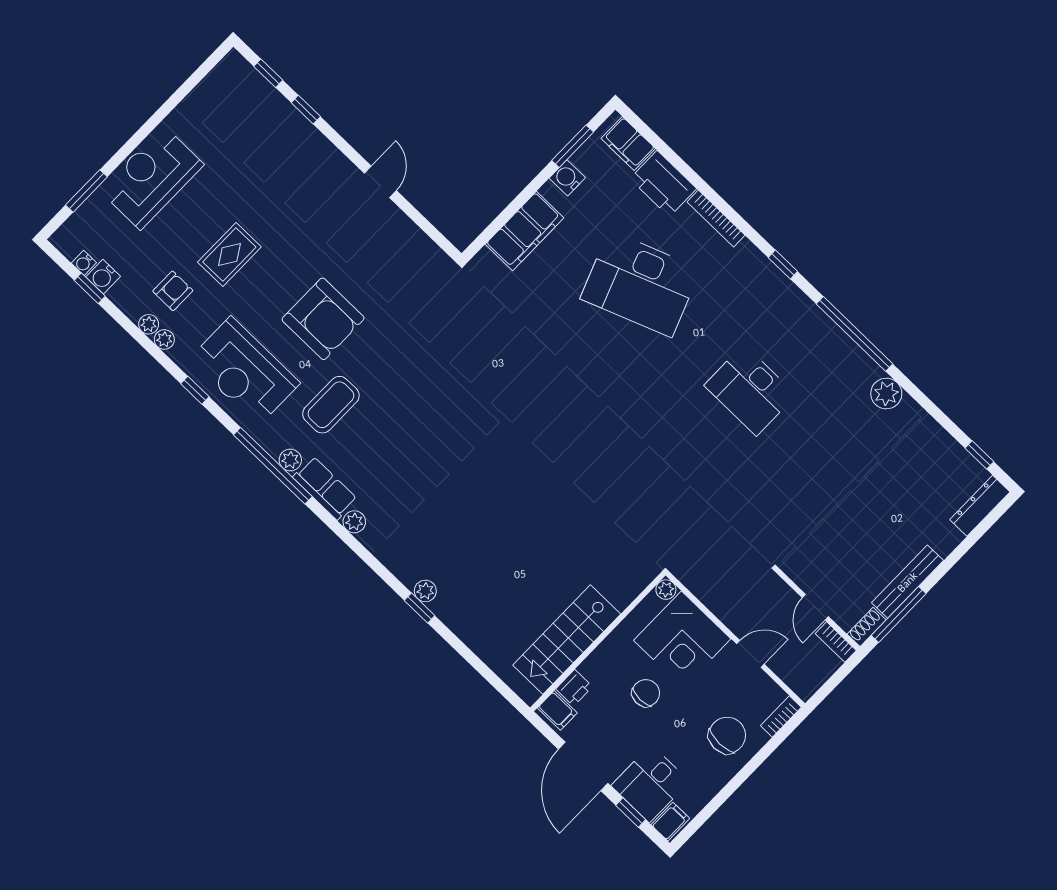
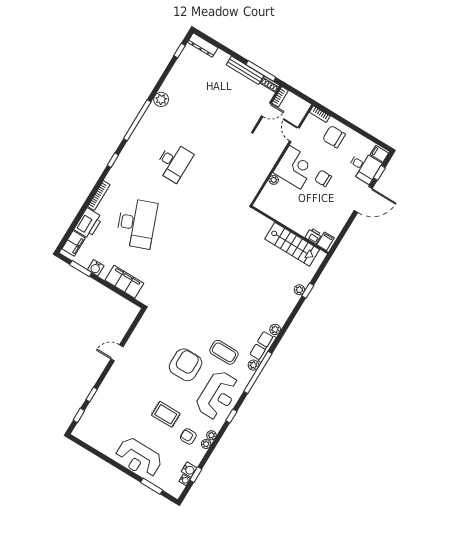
stairs: (567, 640) -> (292, 244), moved
wall: (598, 642) -> (290, 230), moved
printer: (574, 688) -> (313, 236), moved
filing cabinet: (557, 710) -> (326, 241), moved

